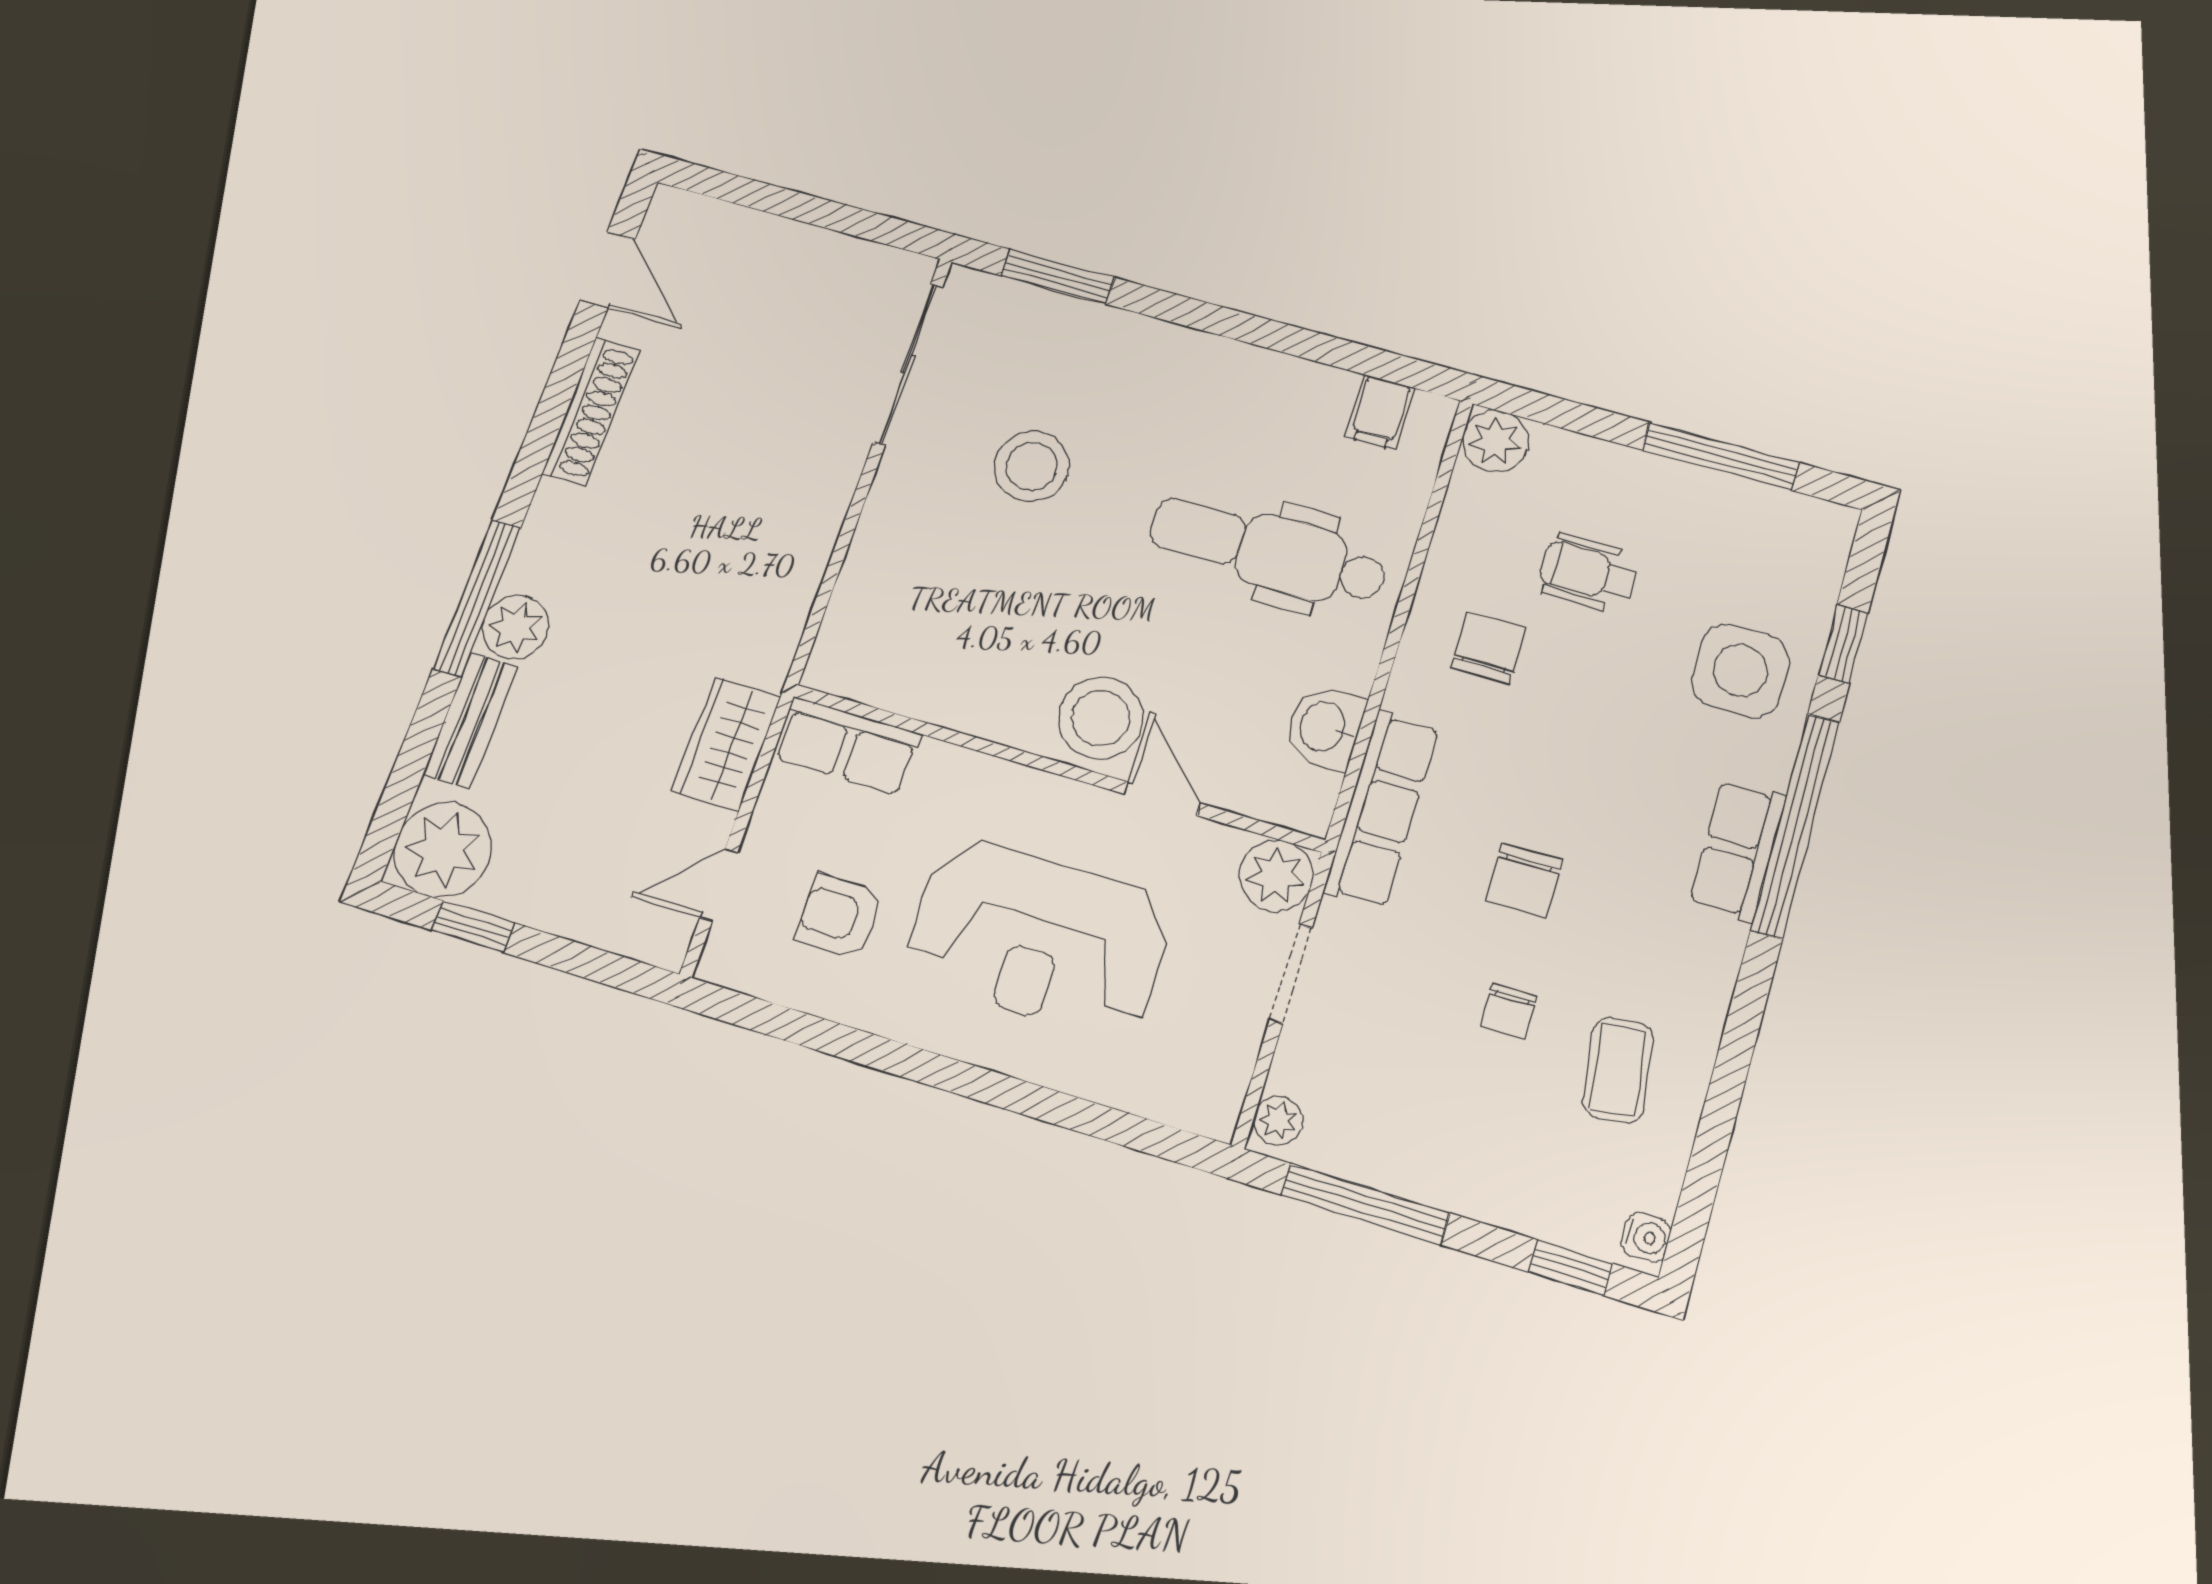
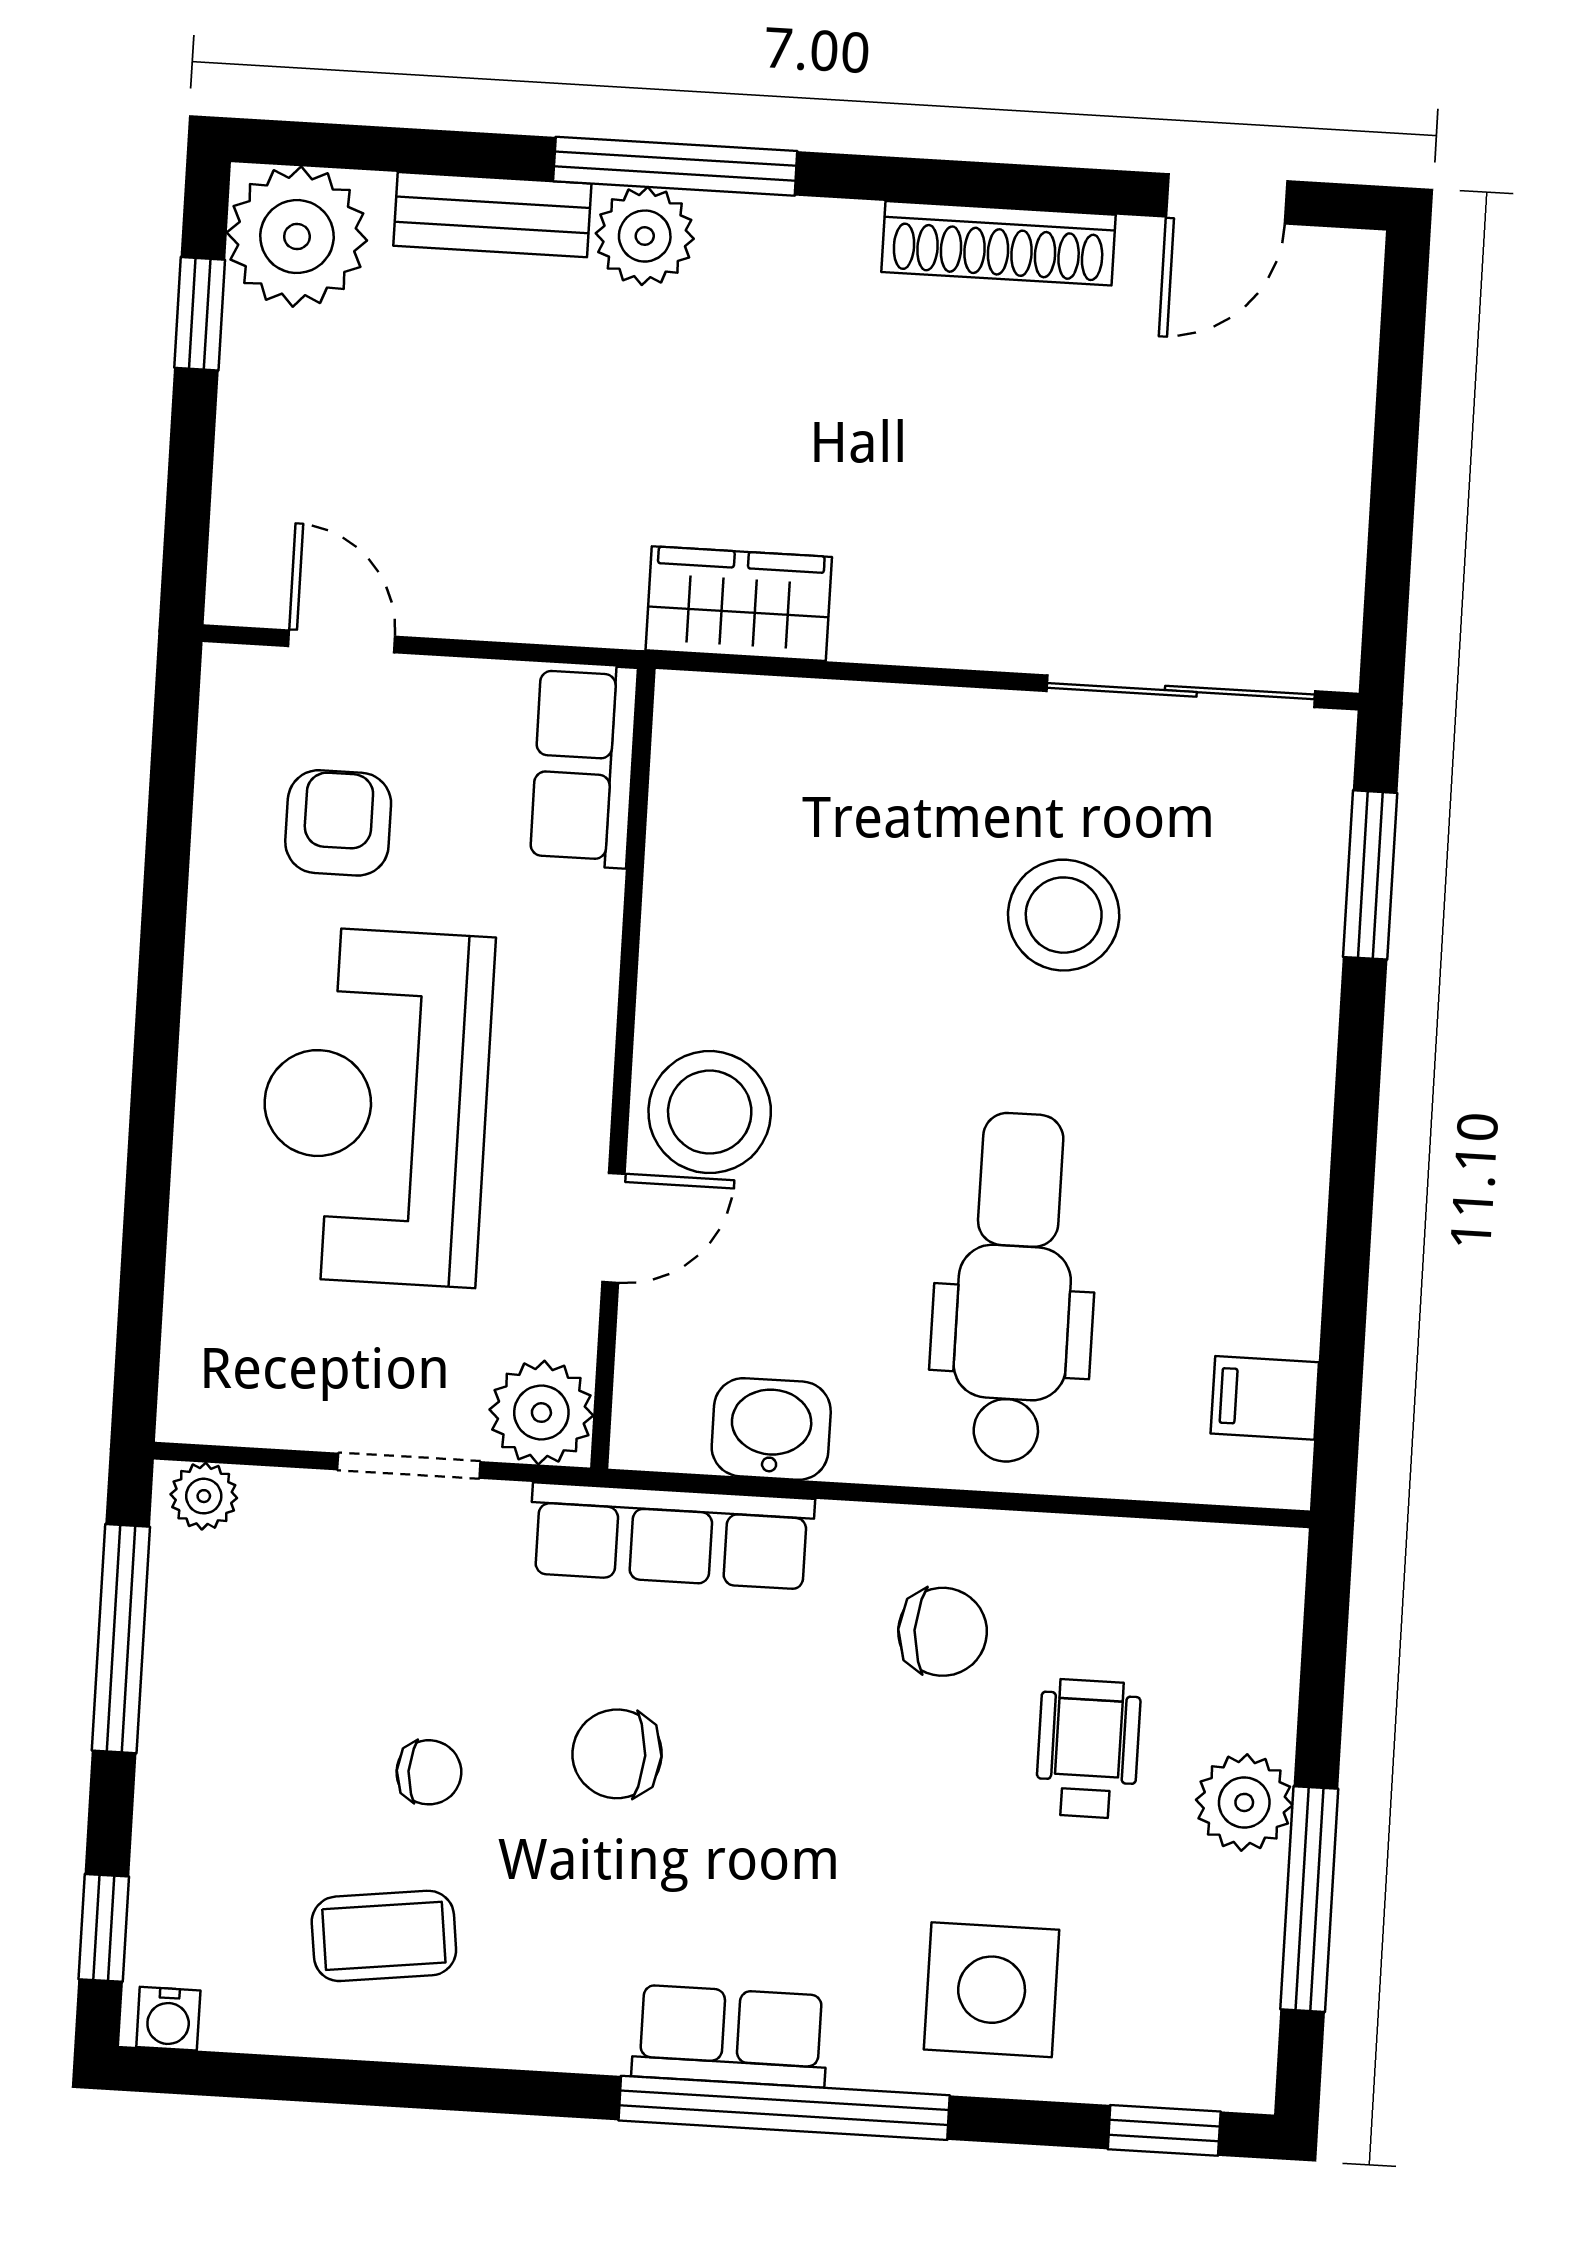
plant: (1495, 441) -> (1244, 1802), moved
window: (1843, 644) -> (1164, 2130), moved
wardrobe: (726, 743) -> (739, 604), moved
chair: (1509, 1011) -> (429, 1772), turned 180

